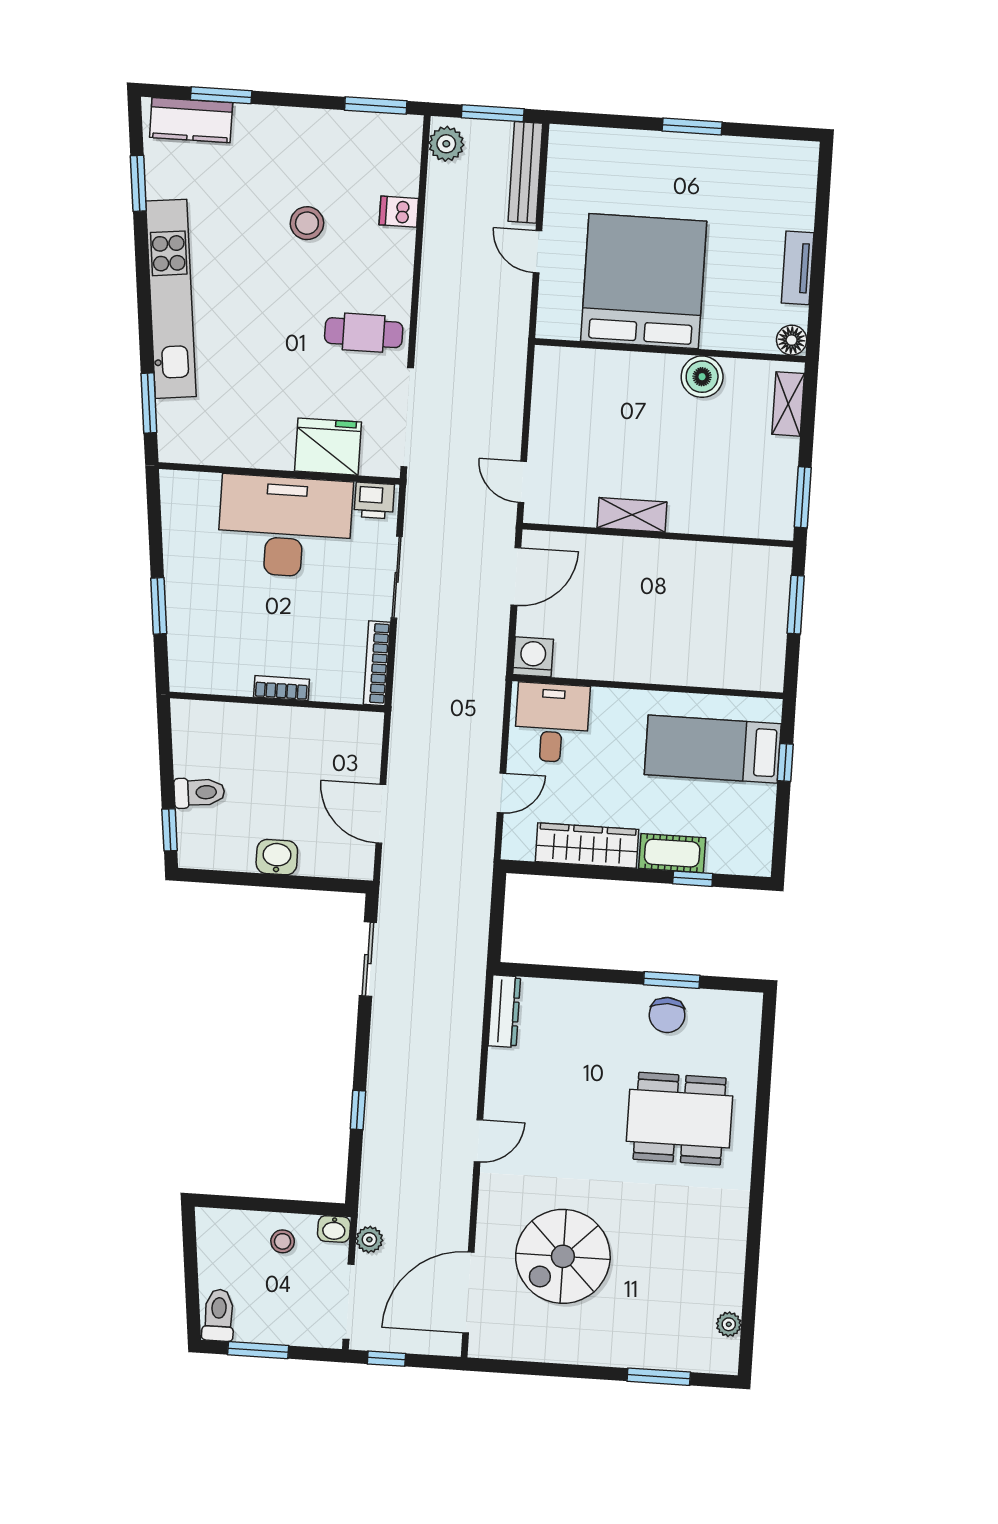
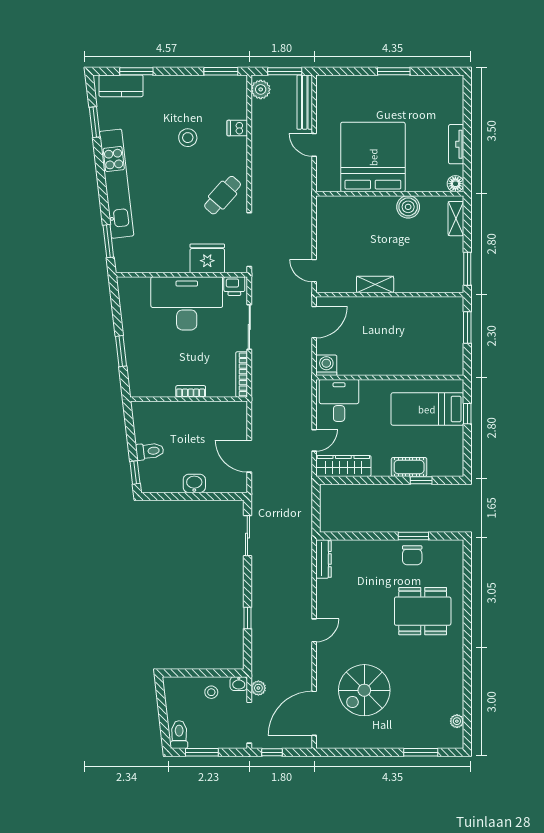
cafe table: (364, 333) -> (223, 195), turned -48
wardrobe: (587, 845) -> (343, 466), moved

